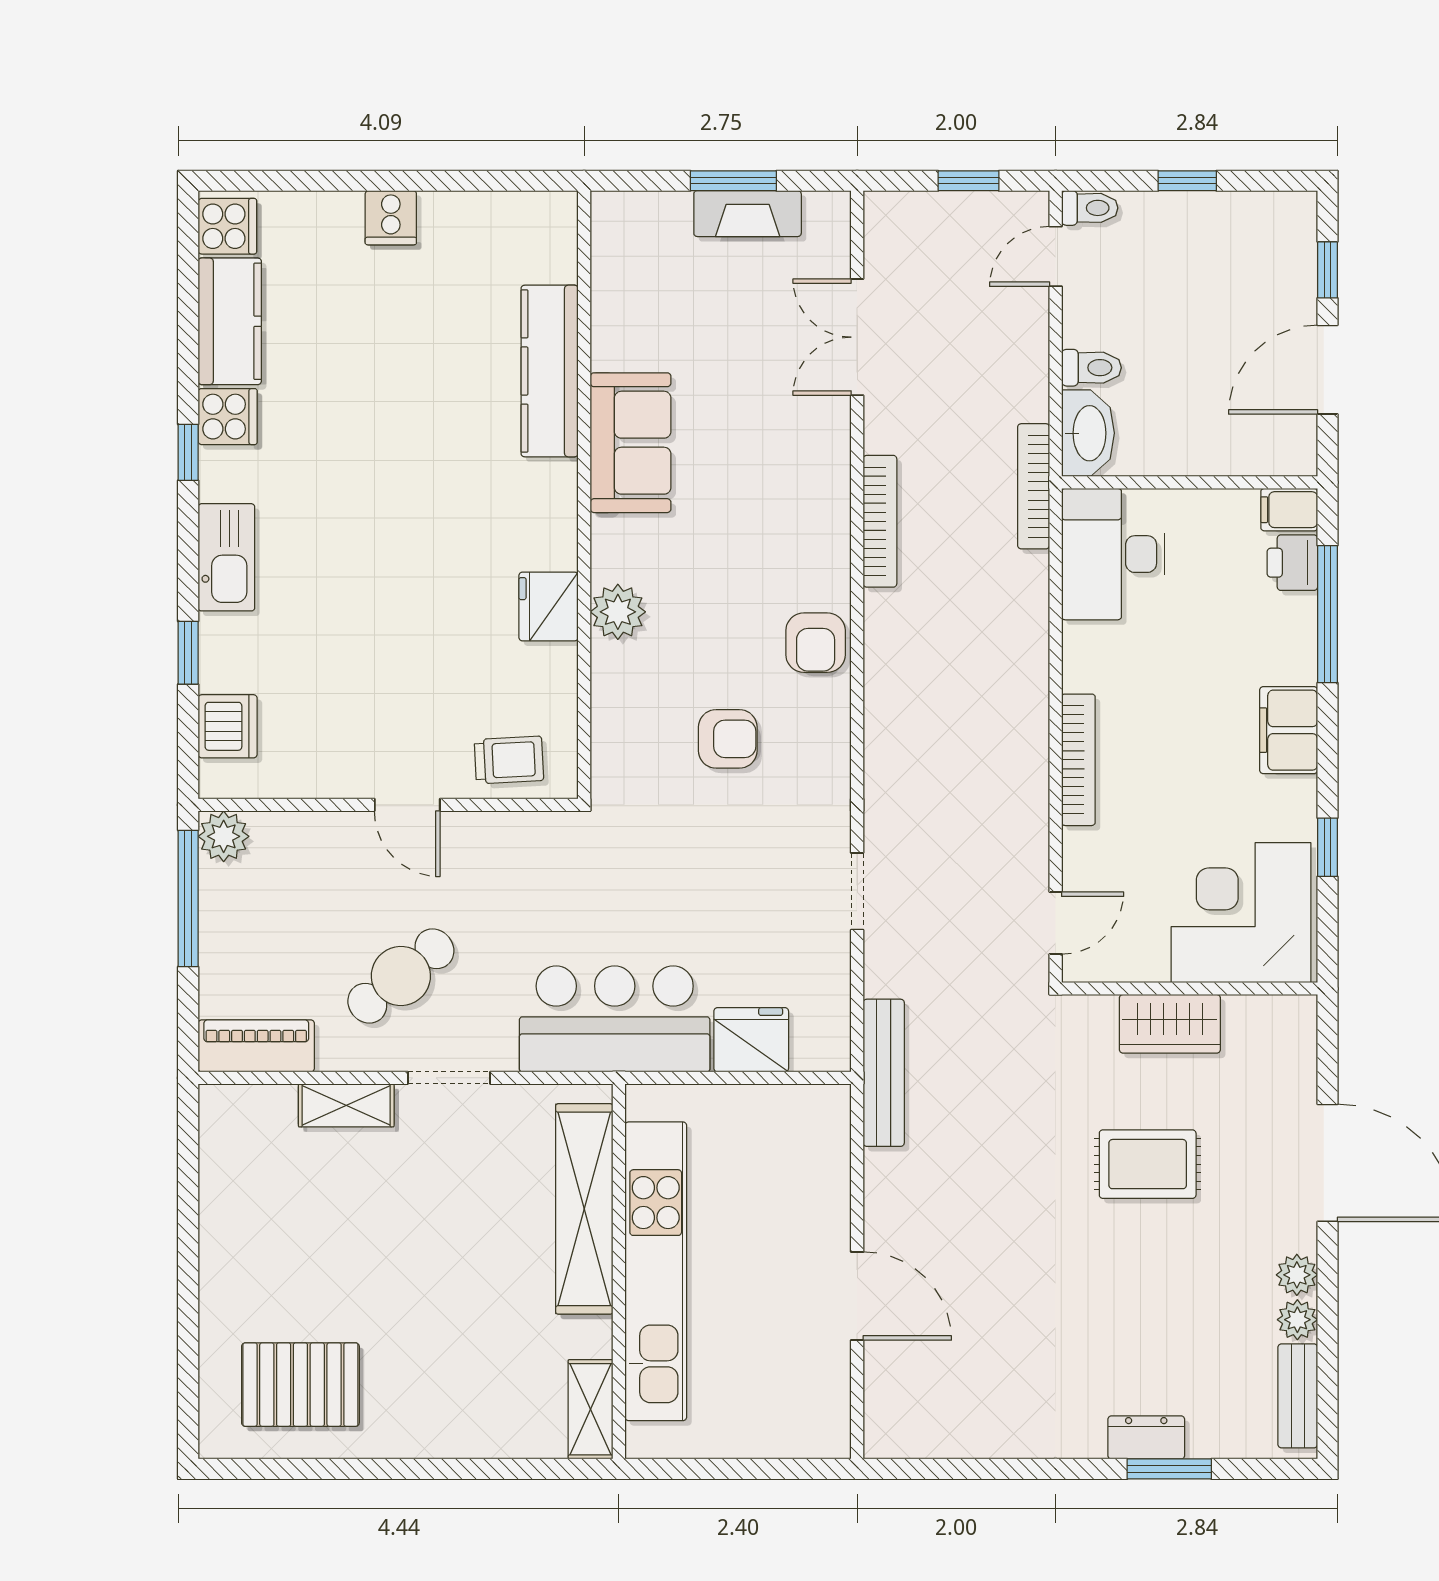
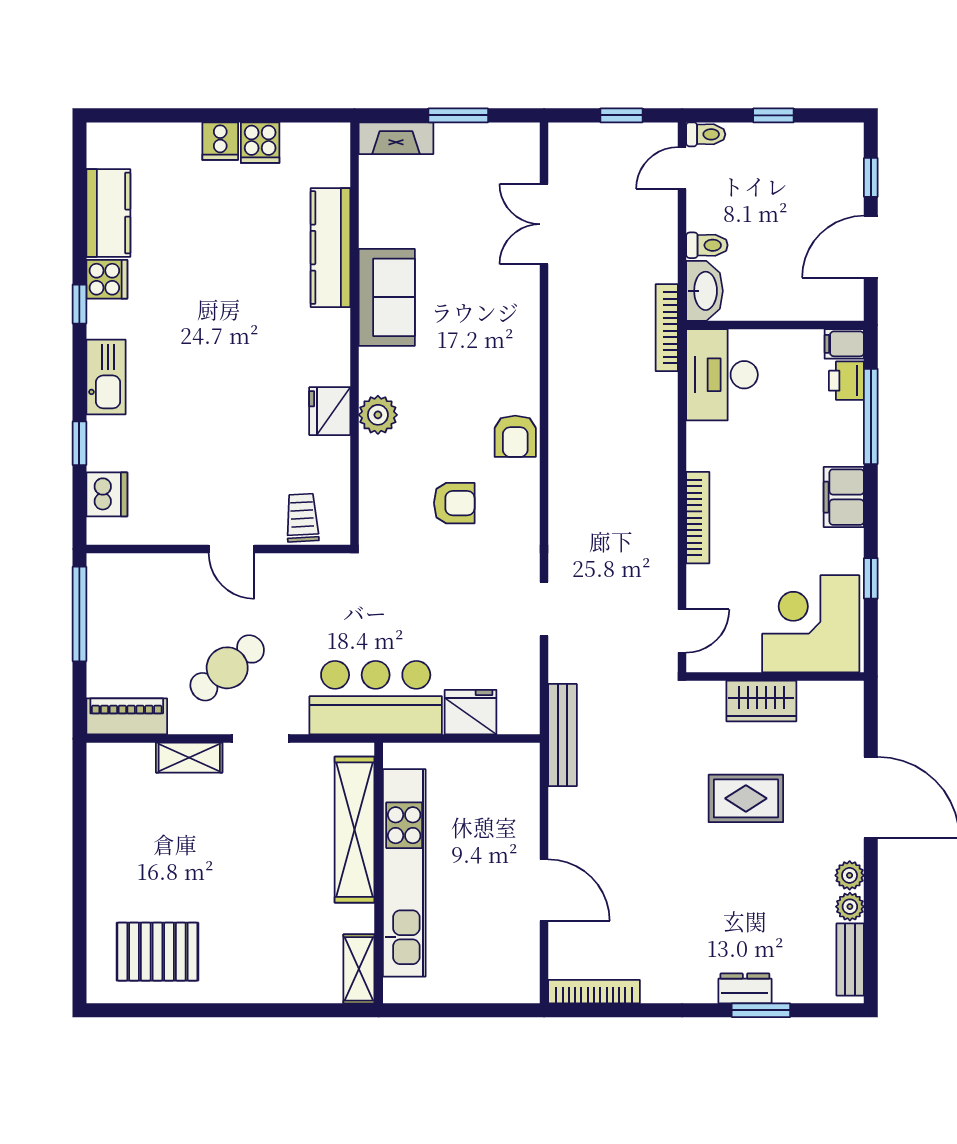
fireplace: (748, 214) -> (396, 138), moved
cooker: (227, 226) -> (260, 143), moved, turned 90
bookcase: (880, 521) -> (594, 992), moved, turned -90
trolley: (509, 760) -> (302, 518), turned -90
plant: (224, 836) -> (104, 571), removed

